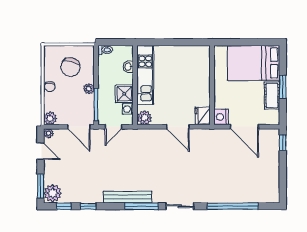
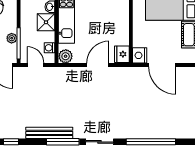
plant: (89, 89) -> (12, 38), moved
shower: (124, 94) -> (46, 22), moved
door: (114, 127) -> (36, 65), swing flipped
door: (178, 127) -> (98, 65), swing flipped

